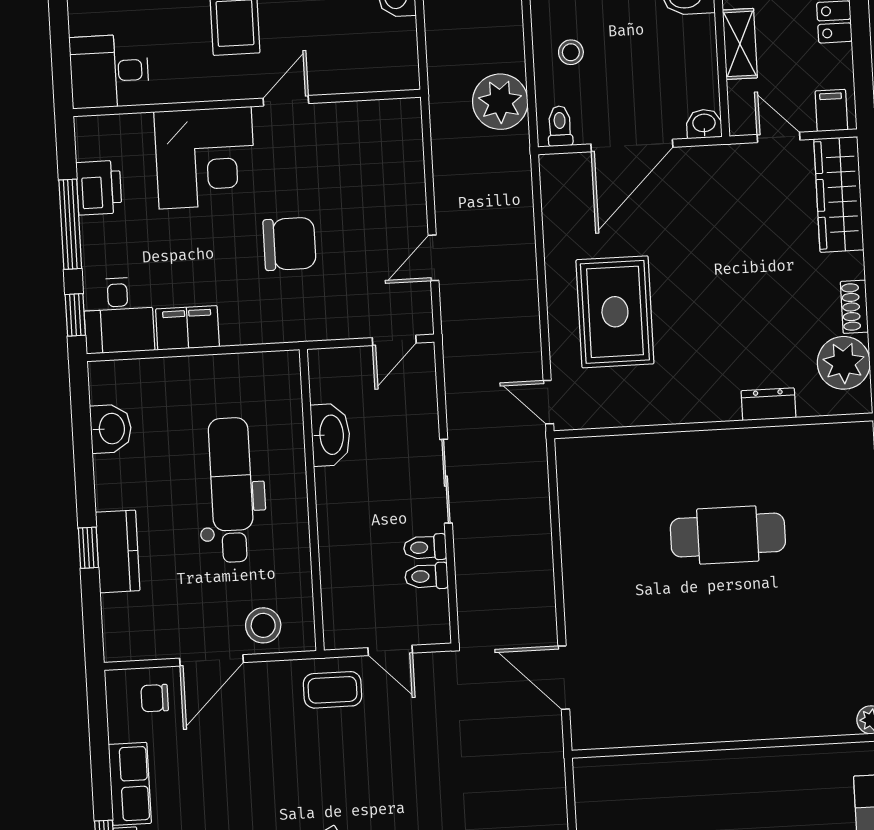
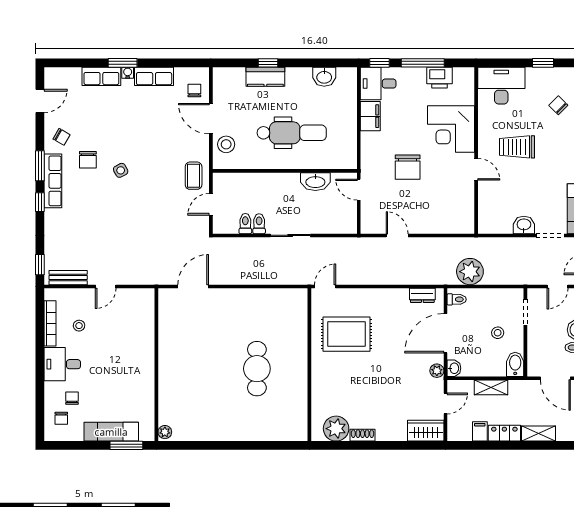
stool: (571, 52) -> (498, 333), moved
desk: (109, 71) -> (501, 86), width x1.37
filing cabinet: (831, 110) -> (480, 431), moved, turned -90
door: (632, 146) -> (445, 333), hinge flipped
plant: (711, 159) -> (437, 371), added
wardrobe: (839, 194) -> (426, 431), width x0.67
rug: (615, 312) -> (347, 334), moved
door: (394, 340) -> (359, 190), moved
dresser: (768, 404) -> (422, 295), moved, turned 90

